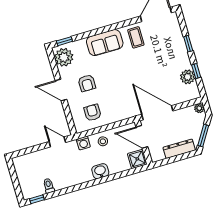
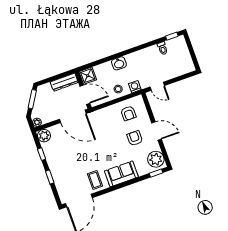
plant: (188, 77) -> (44, 136), moved
dresser: (179, 149) -> (64, 82), moved

